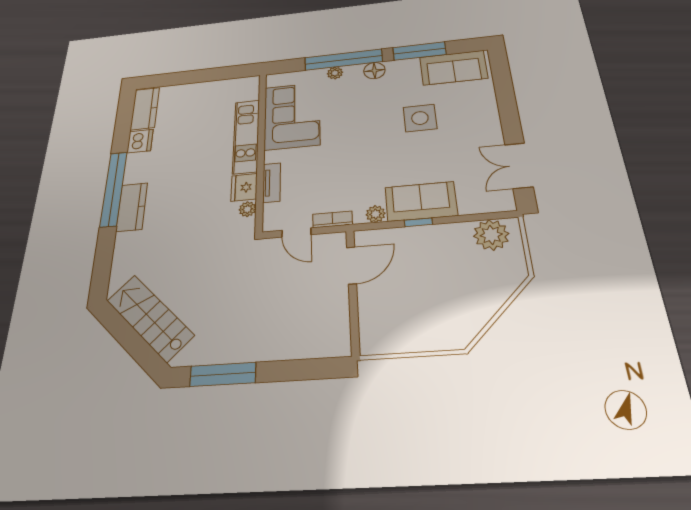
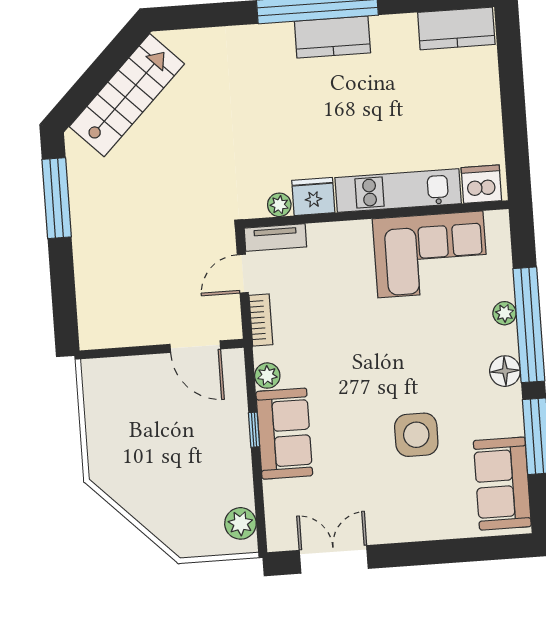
dishwasher: (140, 141) -> (481, 184), moved, turned 180
tv unit: (272, 183) -> (275, 238), moved
kitchen counter: (132, 207) -> (332, 37), moved
plant: (491, 235) -> (240, 523), width x0.73, depth x0.73

